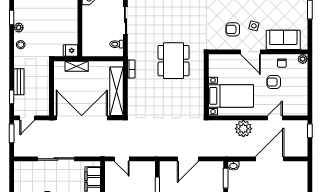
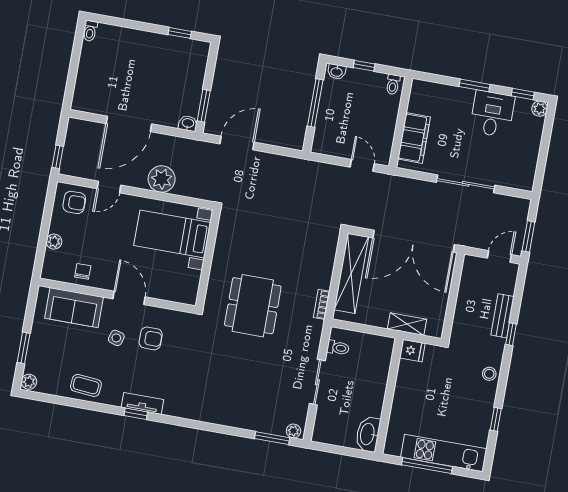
plant: (19, 28) -> (488, 401), removed
plant: (303, 59) -> (54, 242), moved
armchair: (274, 82) -> (74, 202), moved
window: (12, 97) -> (511, 334), moved
door: (188, 159) -> (237, 143), moved

